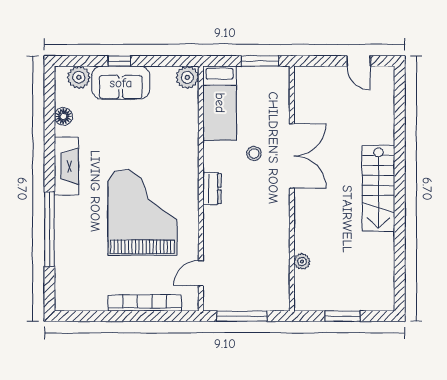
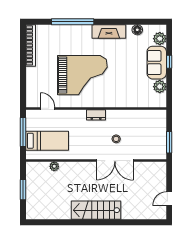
plant: (187, 77) -> (160, 87), moved
bed: (220, 103) -> (47, 141), moved, turned 180
bookcase: (145, 303) -> (31, 45), moved

